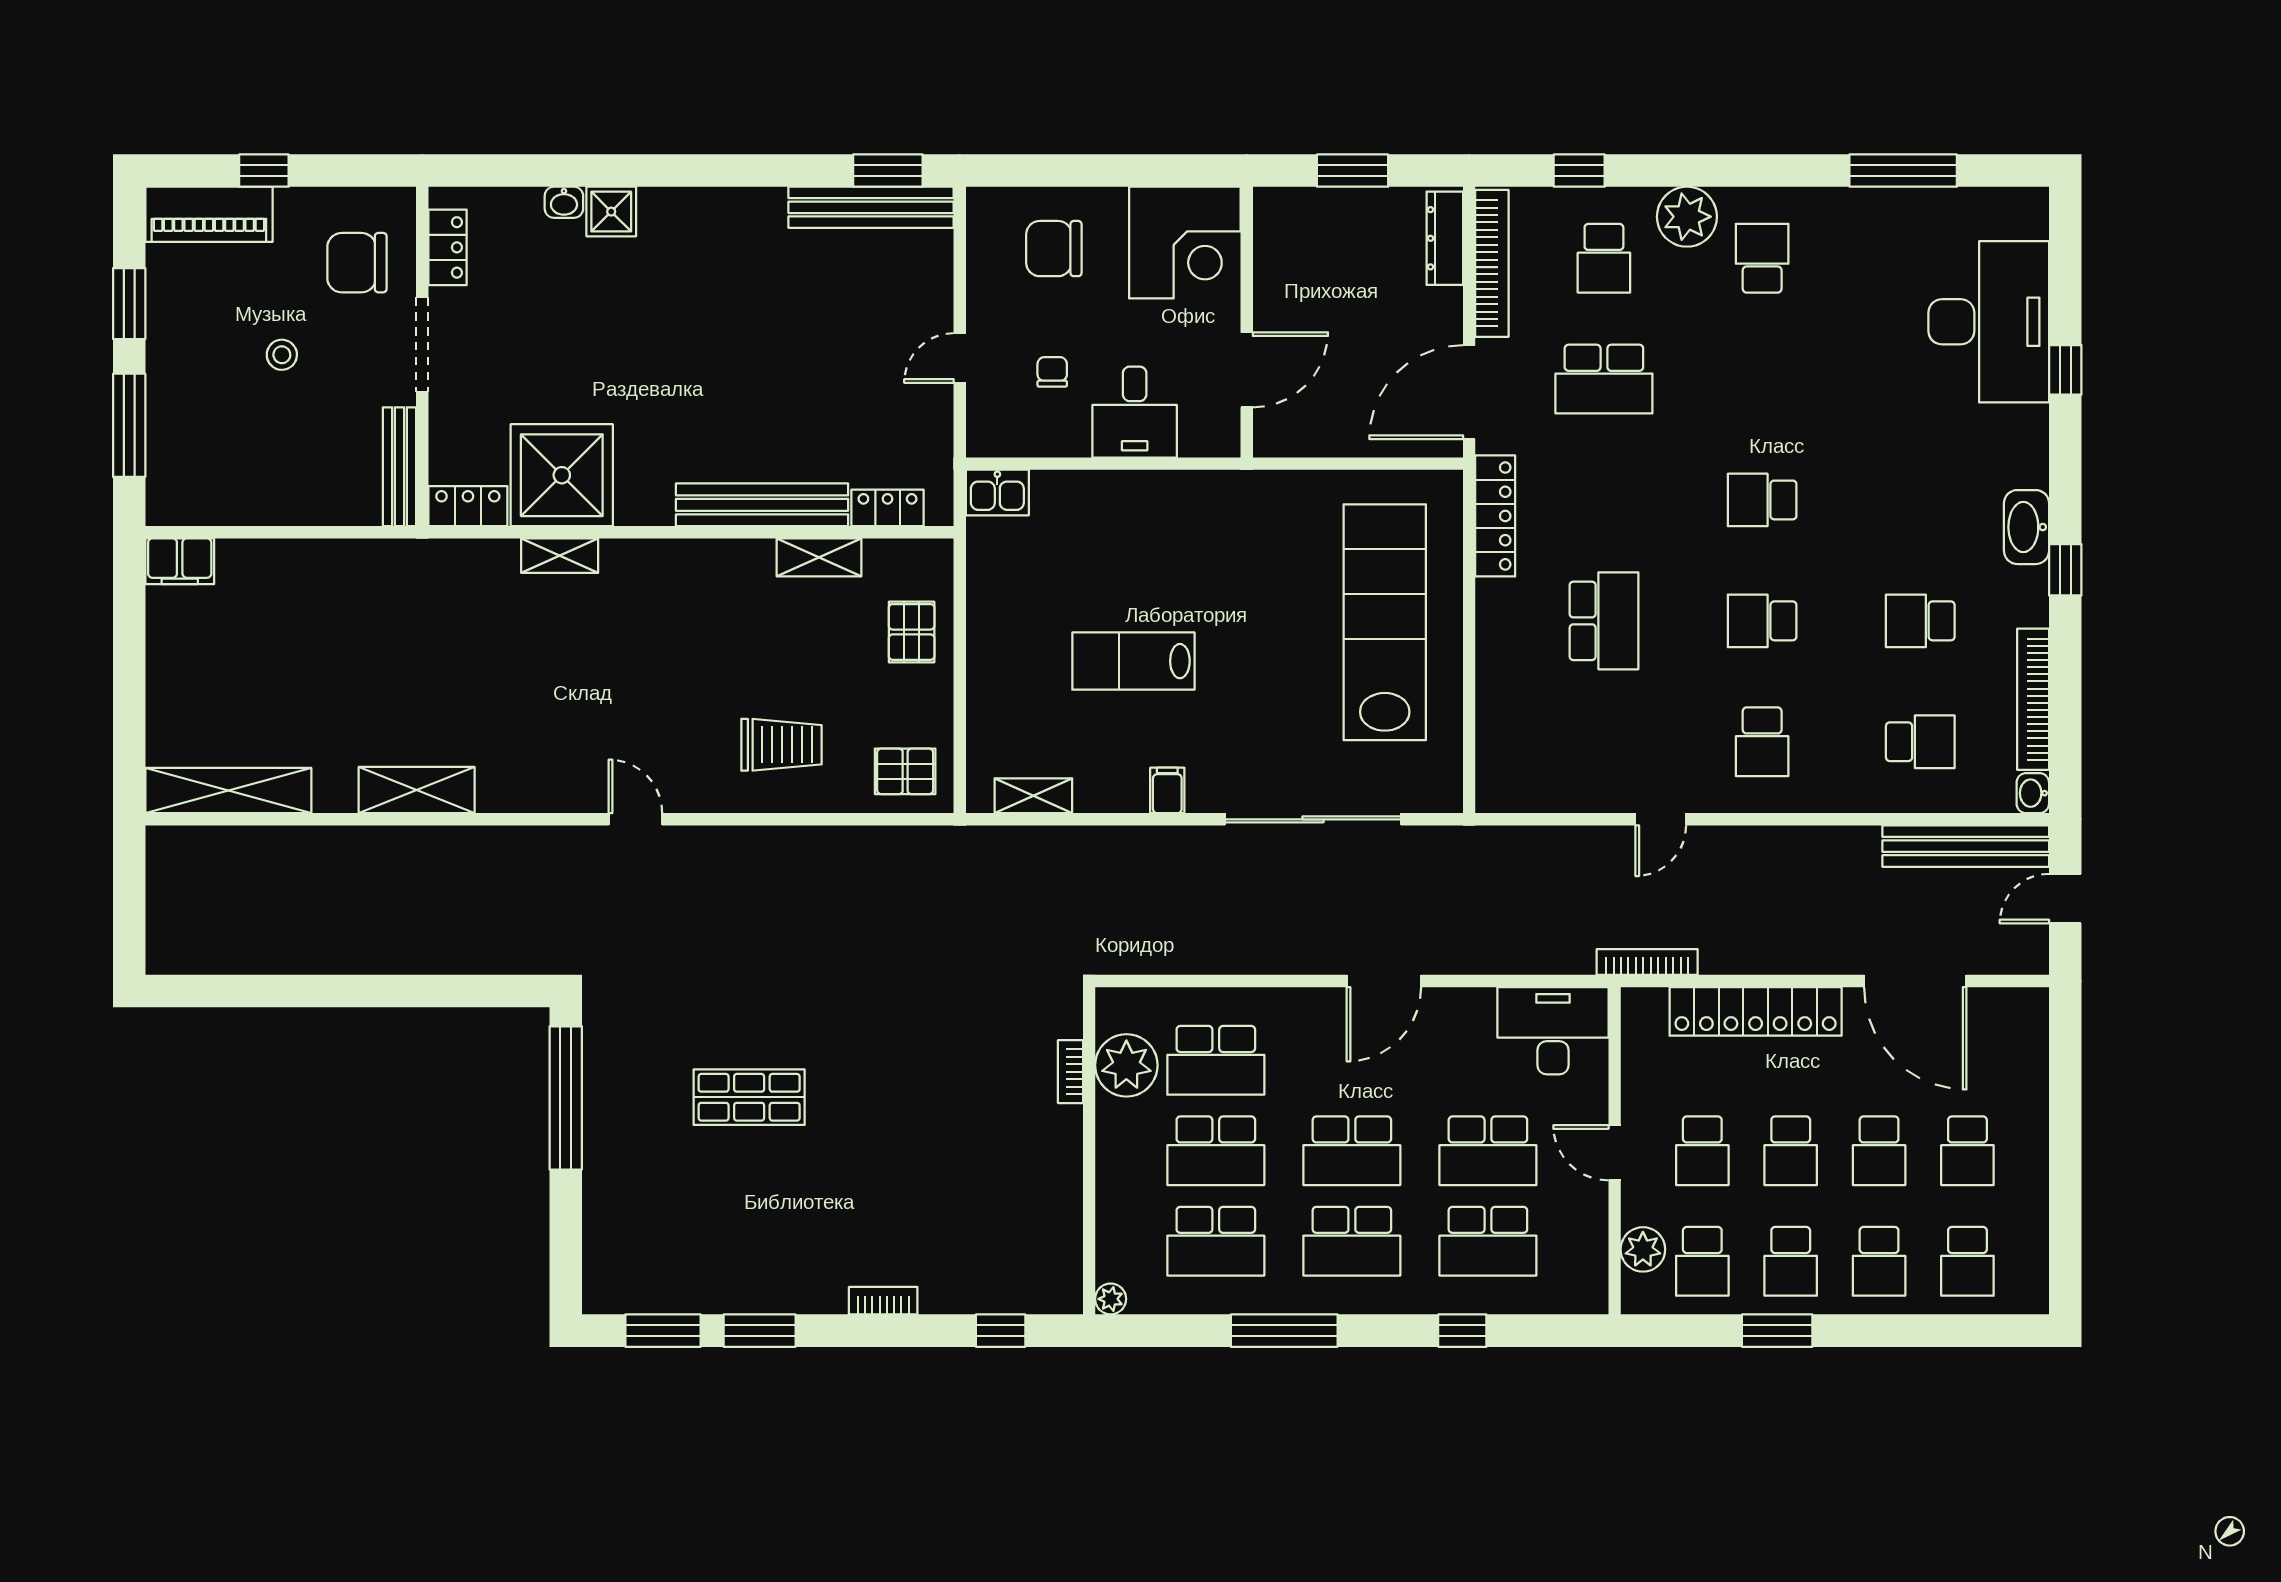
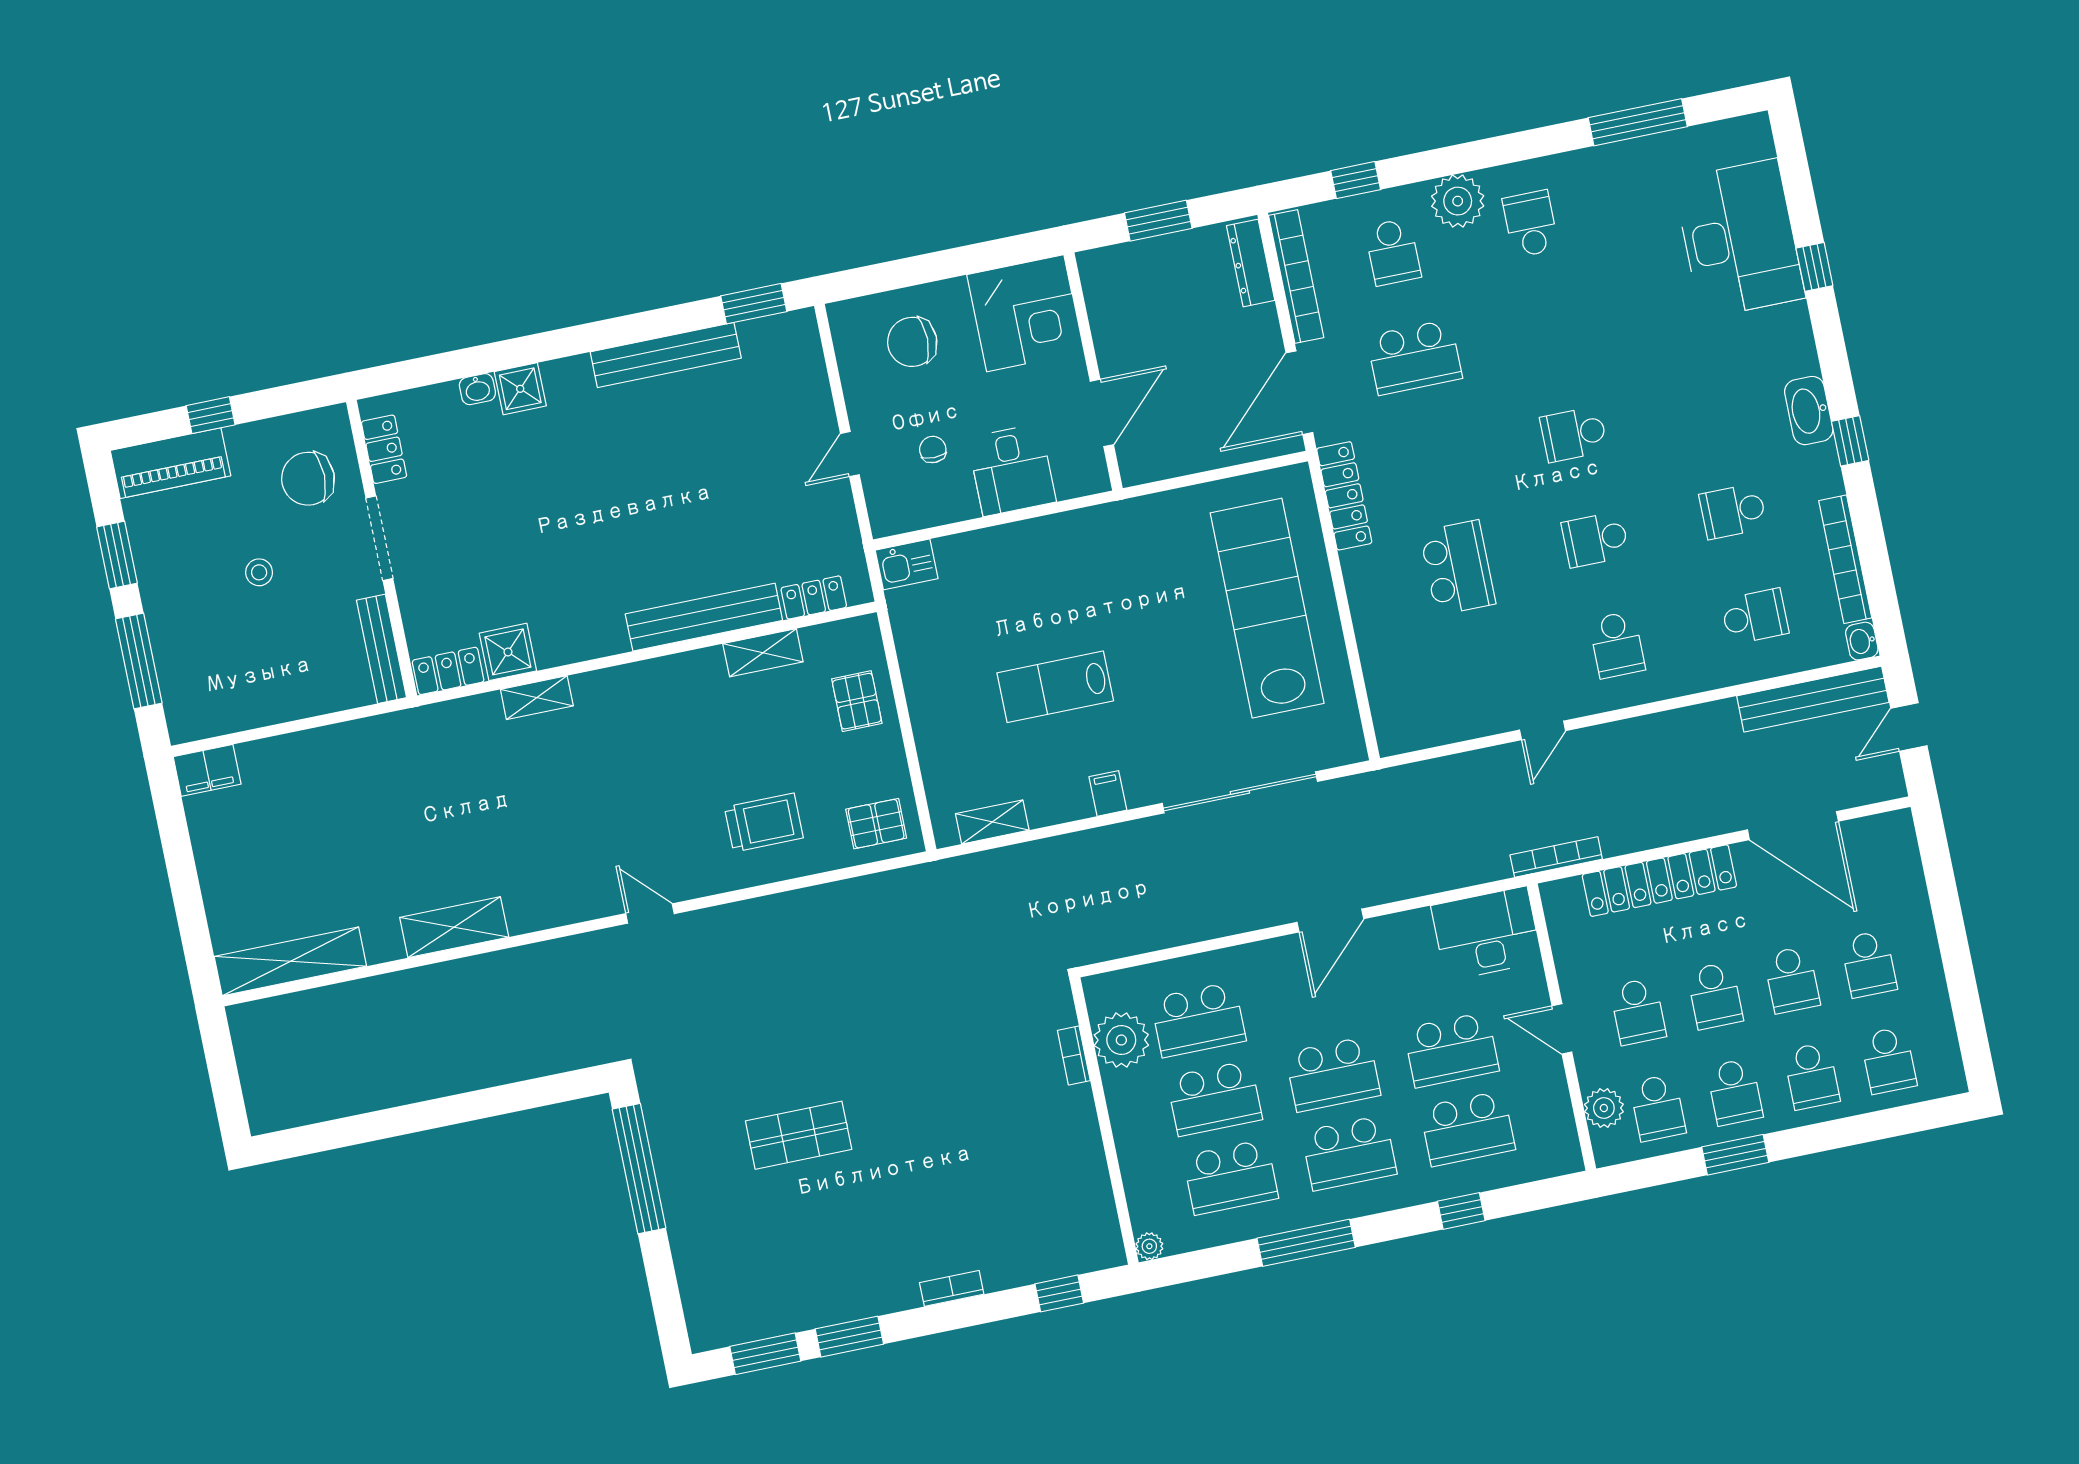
bench: (871, 207) -> (666, 355), moved
shower: (562, 475) -> (508, 652), width x0.54, depth x0.54

